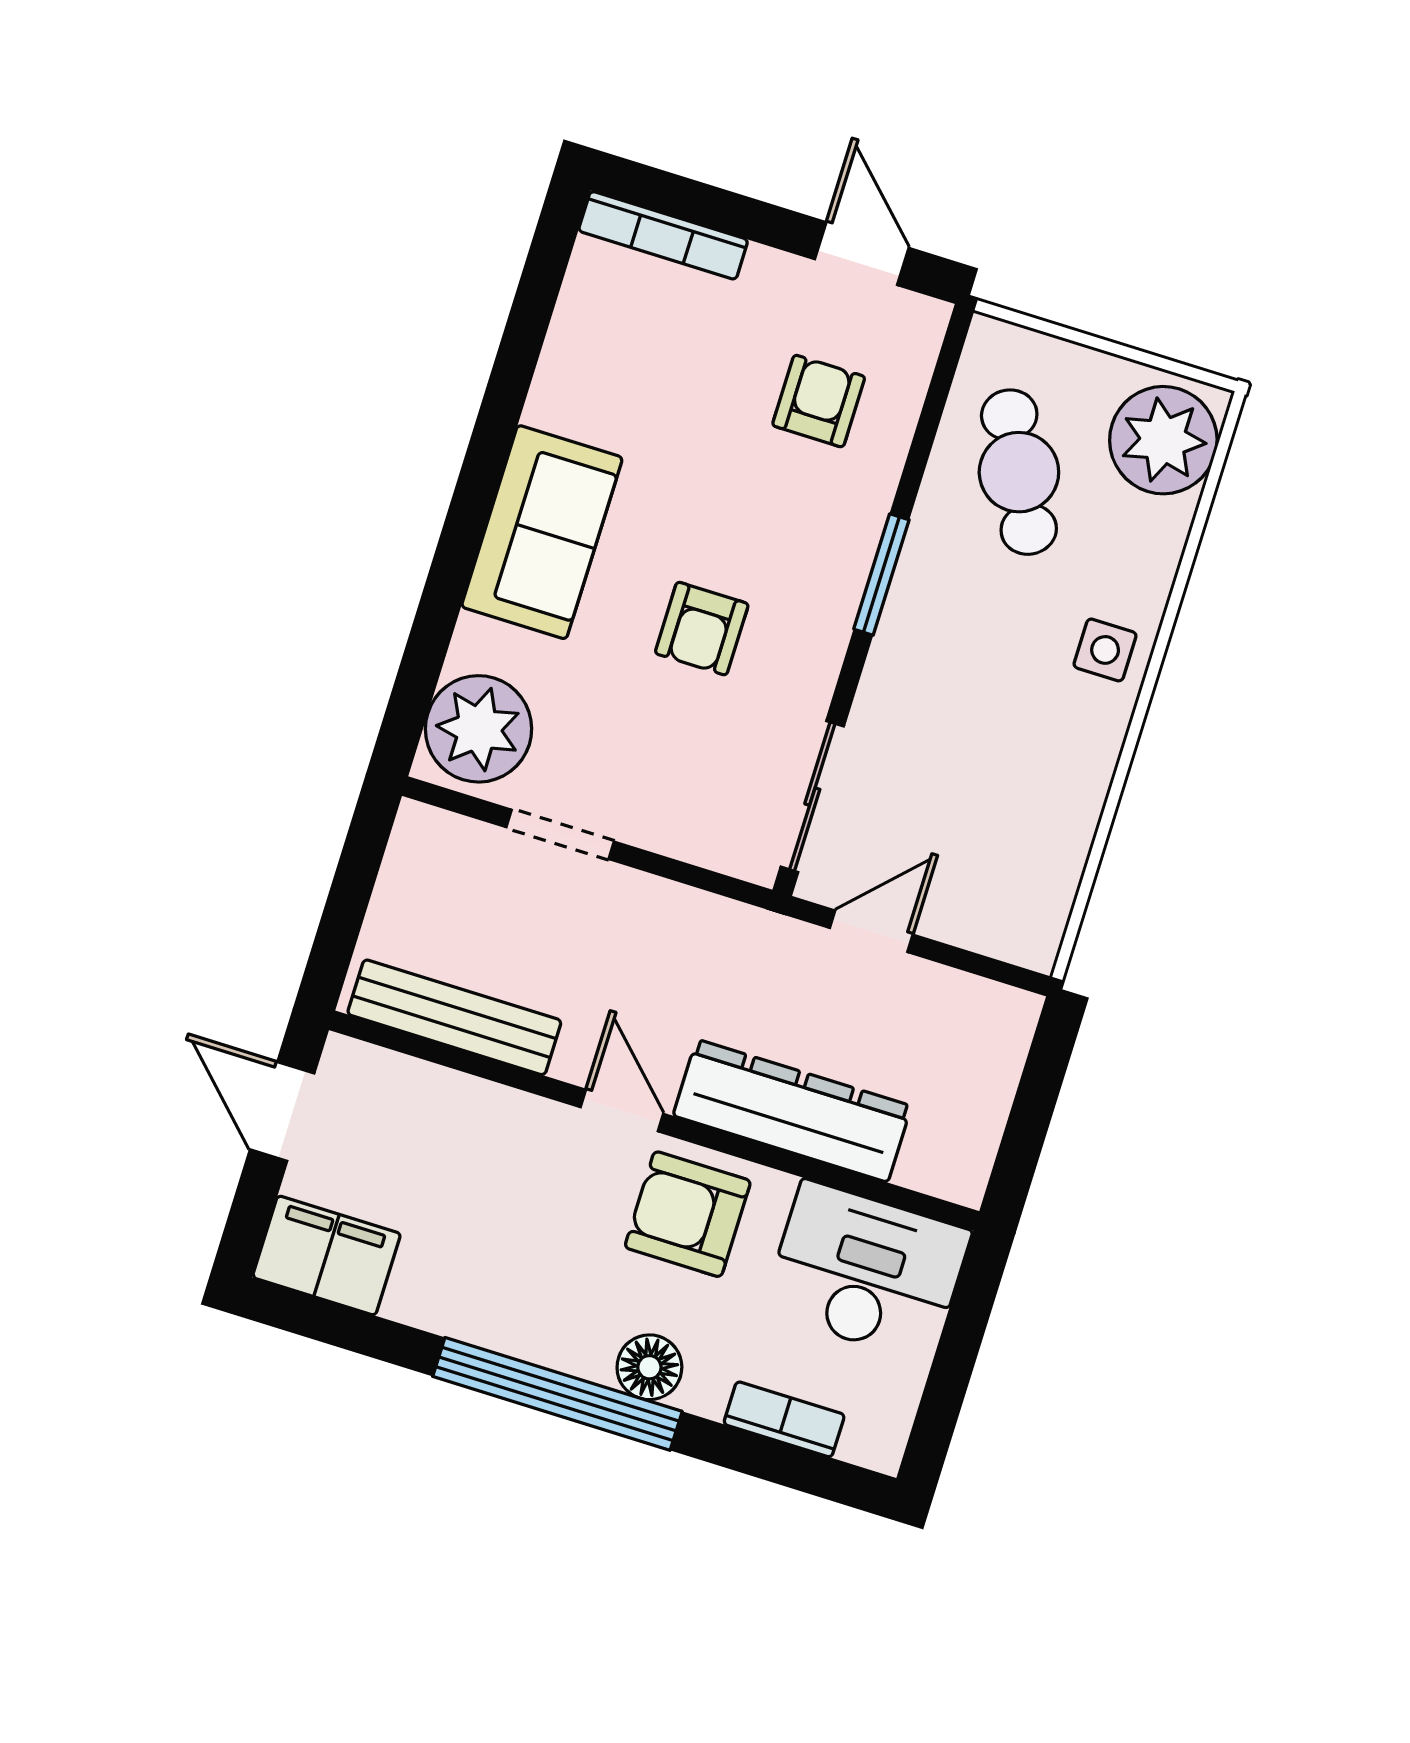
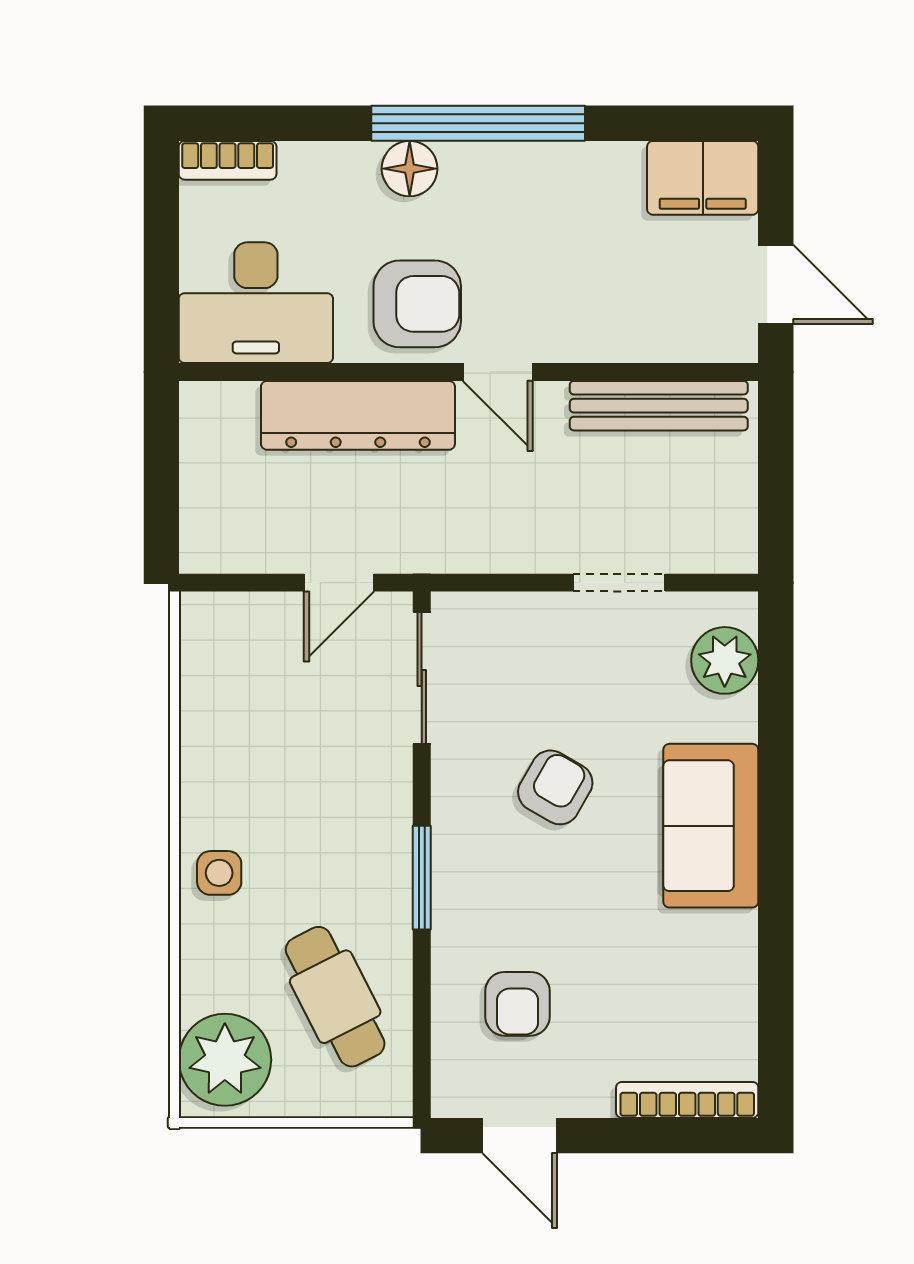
armchair: (702, 629) -> (555, 787), turned 30
plant: (479, 729) -> (725, 660), width x0.73, depth x0.73
bookcase: (784, 1419) -> (228, 160), moved

